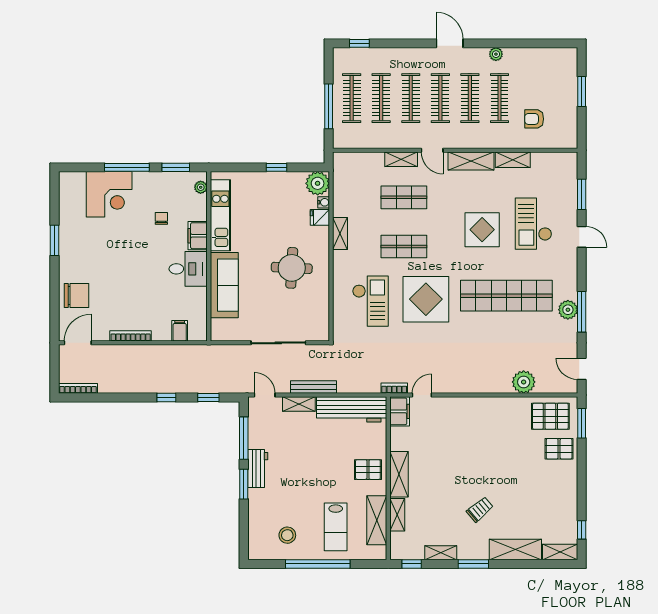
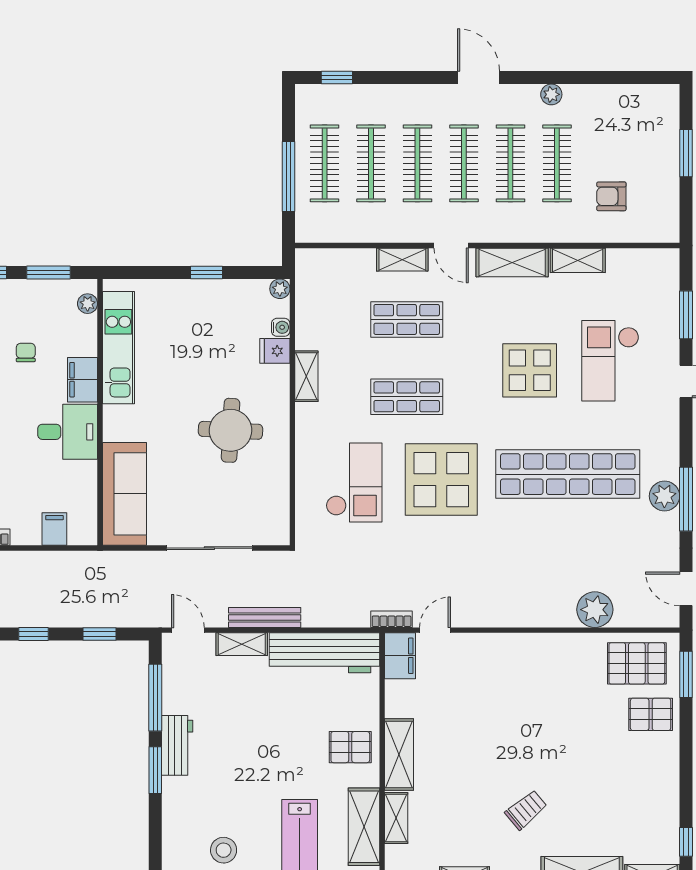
plant: (318, 183) -> (280, 289), width x0.53, depth x0.53
sofa: (224, 285) -> (125, 494), moved

